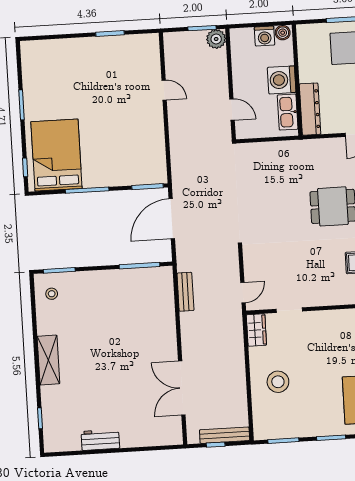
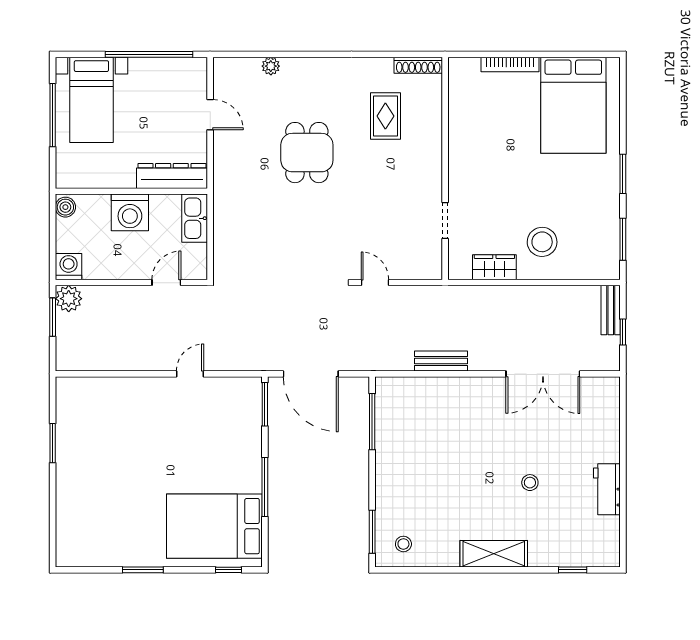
washing machine: (265, 36) -> (69, 267), moved, turned -90
door: (164, 90) -> (190, 374), moved
kitchen sink: (288, 112) -> (195, 218), moved, turned 90
bench: (185, 292) -> (441, 361), moved
door: (243, 293) -> (375, 283), moved
wardrobe: (256, 330) -> (494, 267), moved
stool: (102, 383) -> (530, 483), added
bench: (225, 435) -> (611, 310), width x0.73

